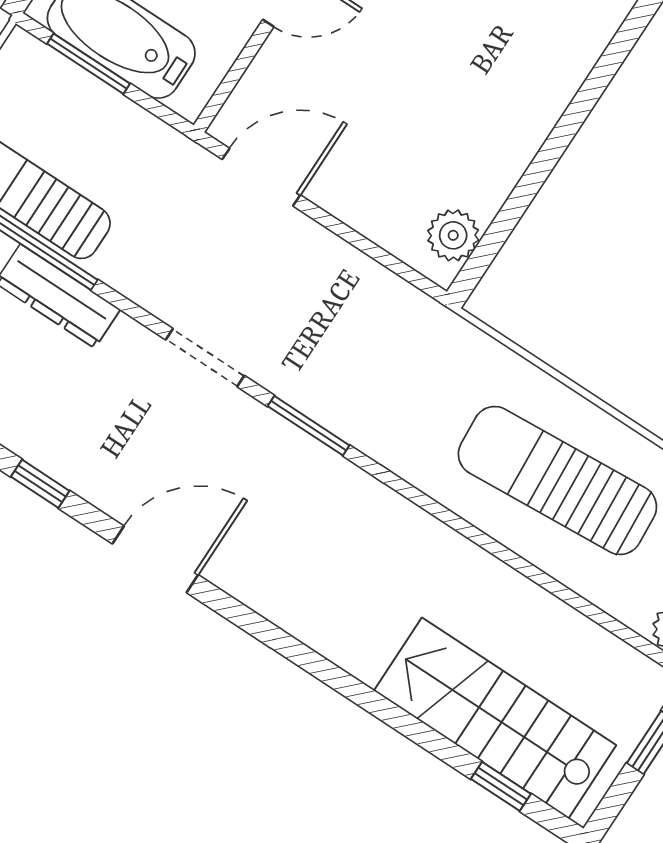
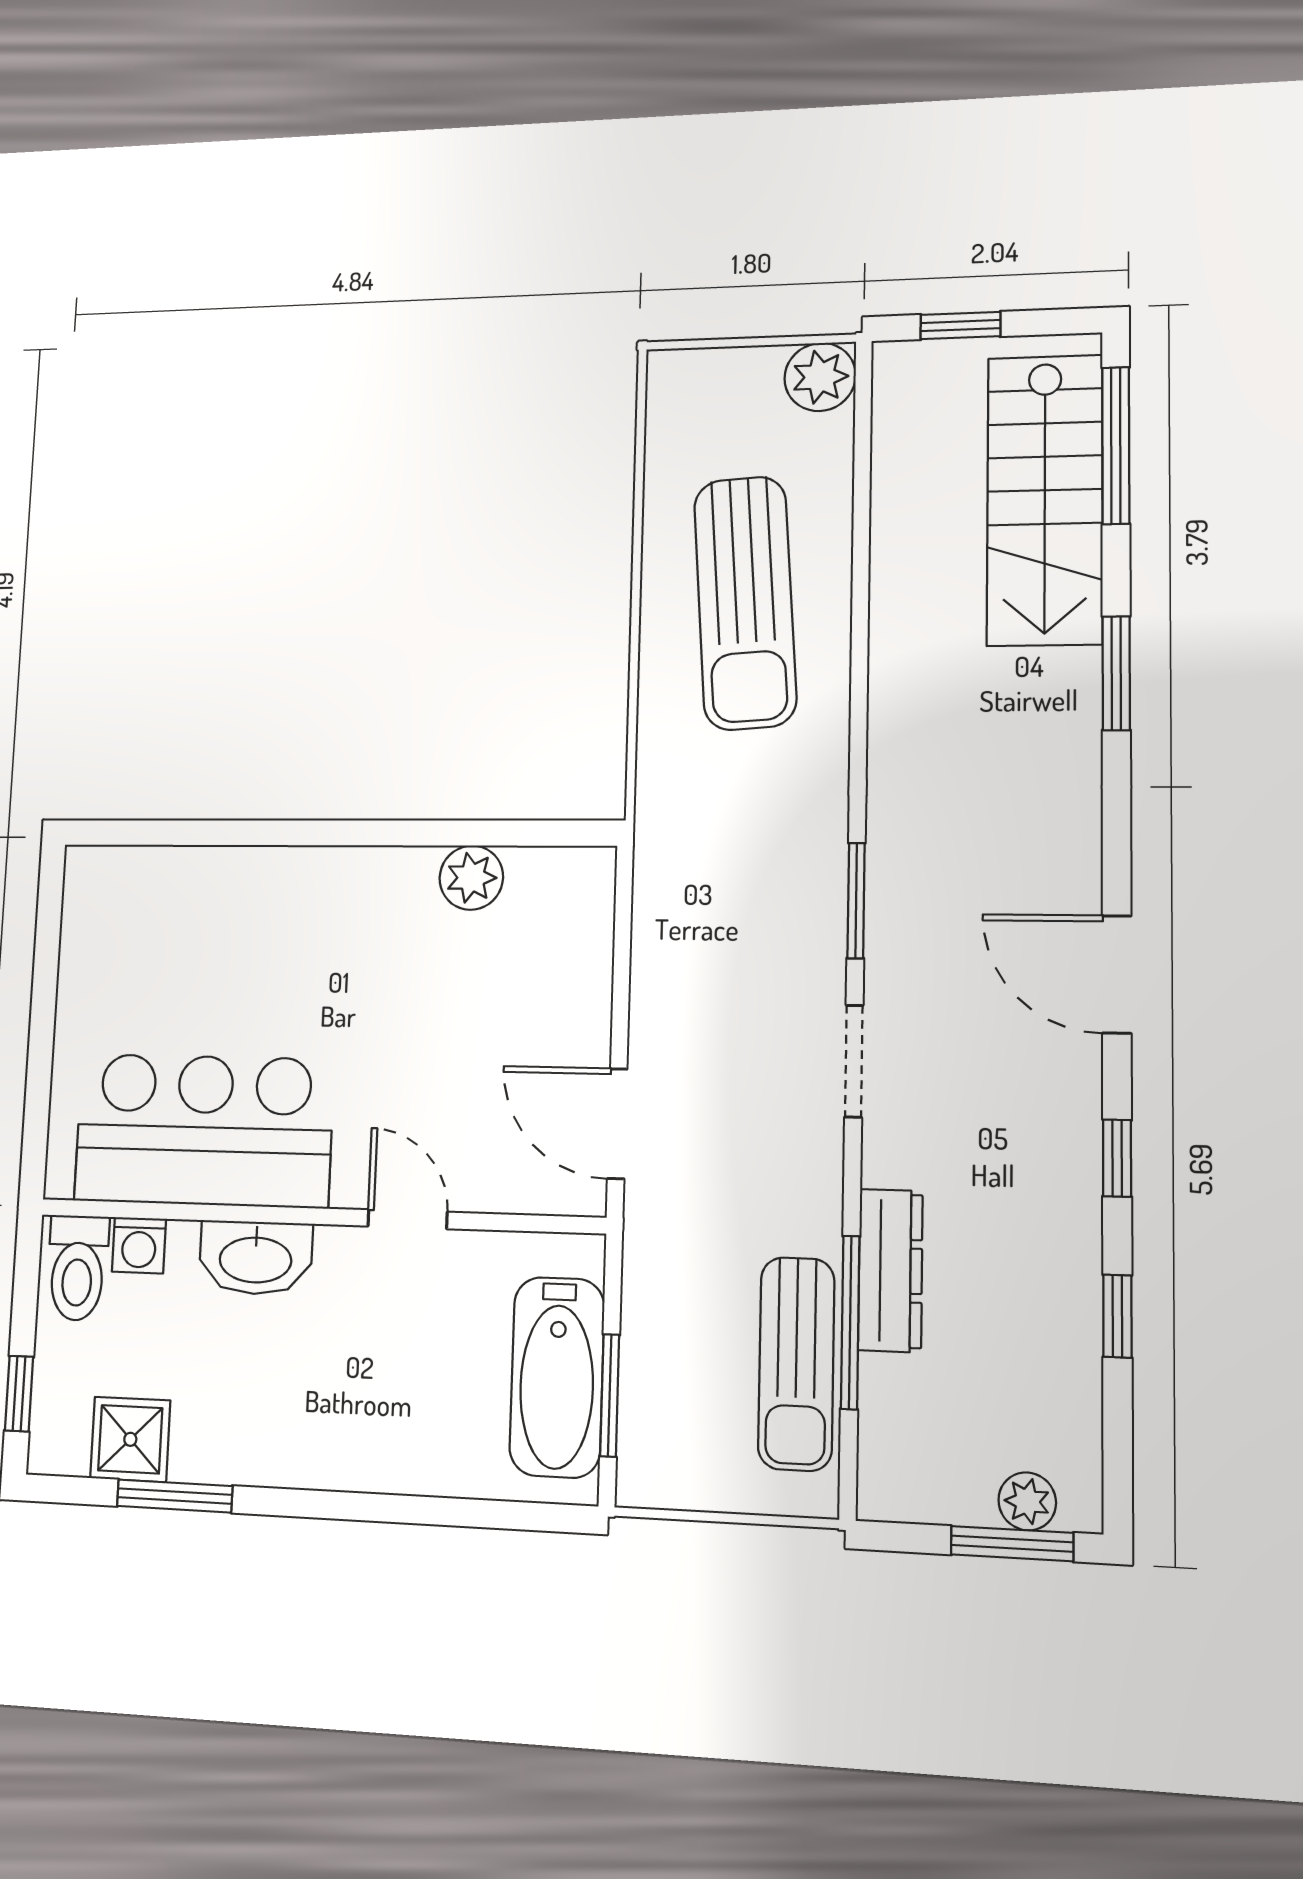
plant: (453, 235) -> (471, 878), moved
window: (349, 687) -> (1116, 673), added
window: (501, 786) -> (1116, 445), width x2.17

